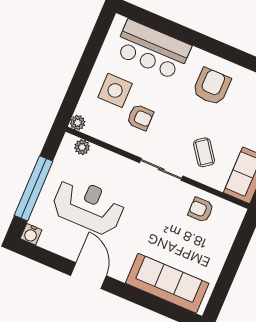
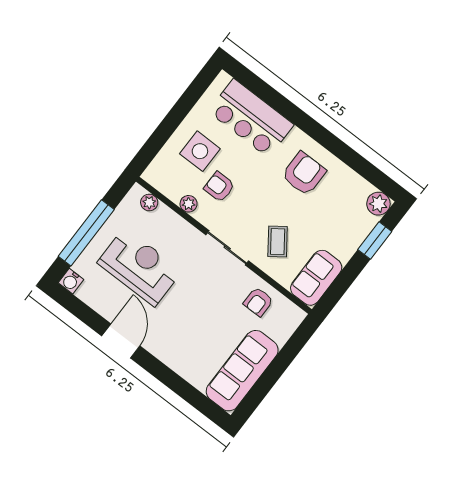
armchair: (140, 117) -> (219, 187), turned 180
plant: (78, 123) -> (189, 204), moved
armchair: (201, 210) -> (258, 302), turned -90
sofa: (167, 283) -> (242, 371), moved, turned -90

